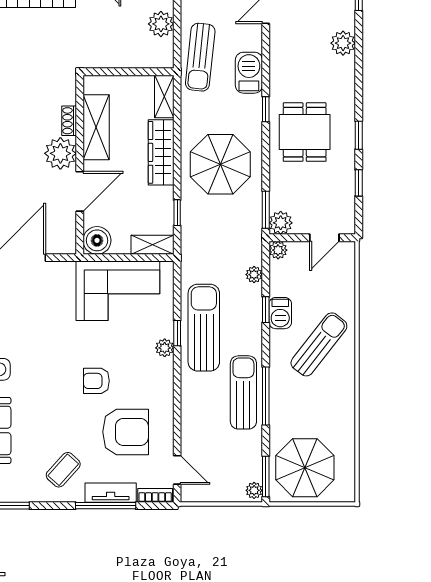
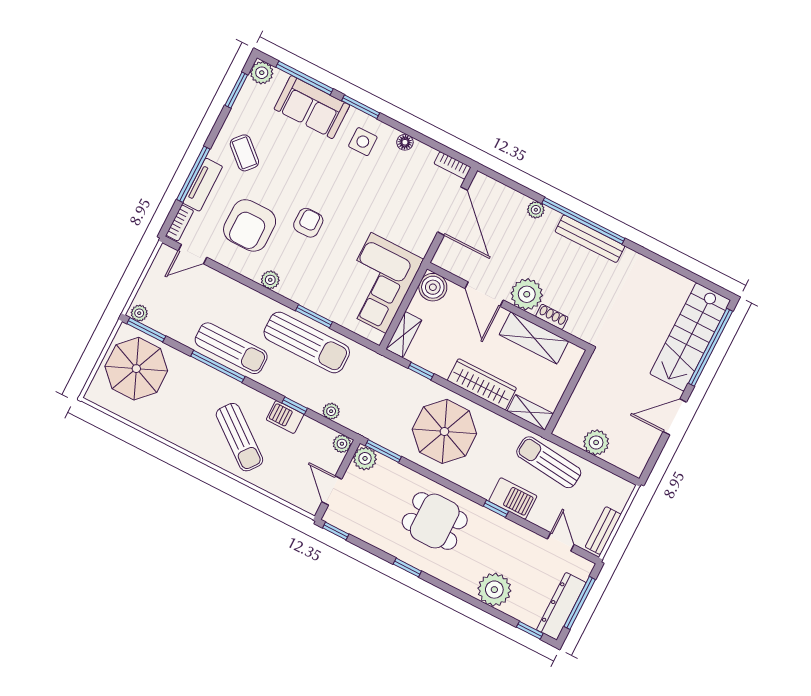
plant: (343, 43) -> (494, 590), width x1.36, depth x1.36
window: (266, 109) -> (496, 509), moved
window: (359, 183) -> (336, 531), moved
window: (177, 333) -> (314, 316), width x1.50
plant: (165, 348) -> (270, 280), moved

